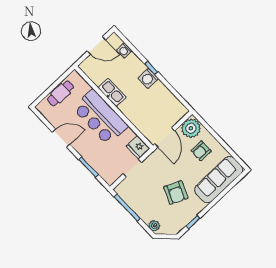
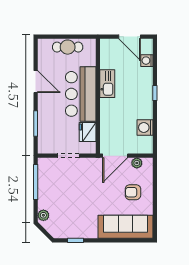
washing machine: (148, 78) -> (145, 127), moved
plant: (191, 128) -> (137, 163), width x0.53, depth x0.53
fridge: (138, 147) -> (88, 132), moved
armchair: (176, 192) -> (84, 206), removed

